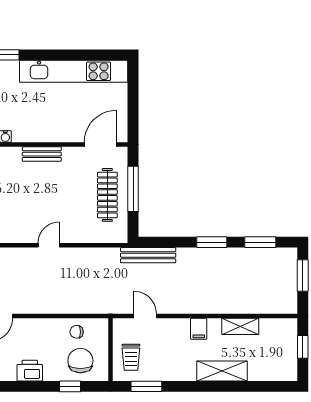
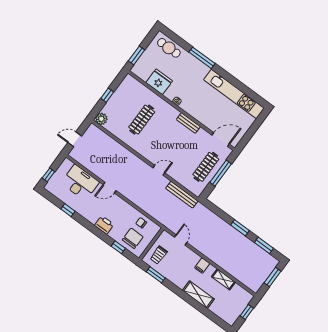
bench: (148, 255) -> (182, 195), moved

